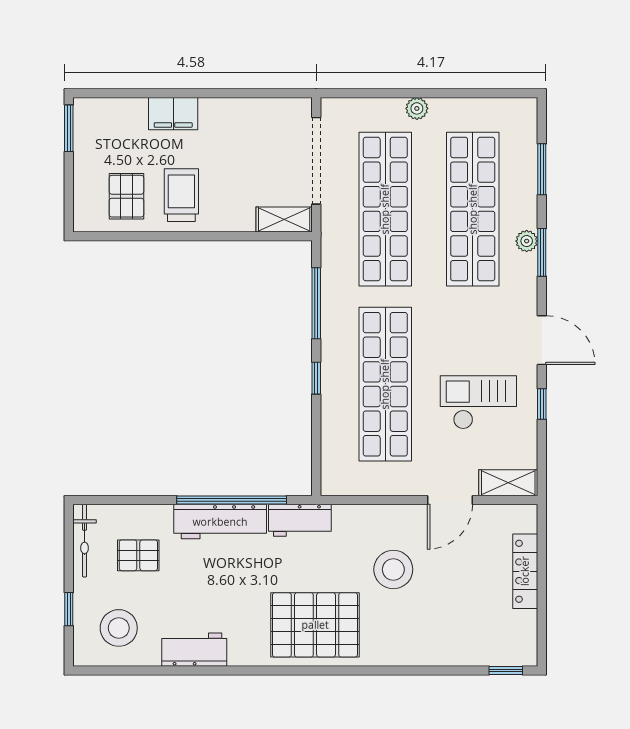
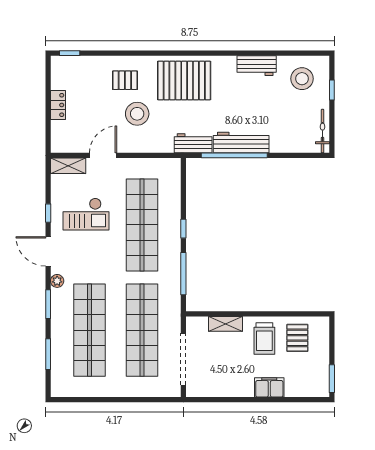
plant: (417, 108) -> (123, 391), removed
shelving: (284, 219) -> (225, 324), moved
plant: (527, 241) -> (57, 281), moved
pallet: (138, 555) -> (125, 80), moved
locker: (525, 571) -> (58, 105), width x0.66

